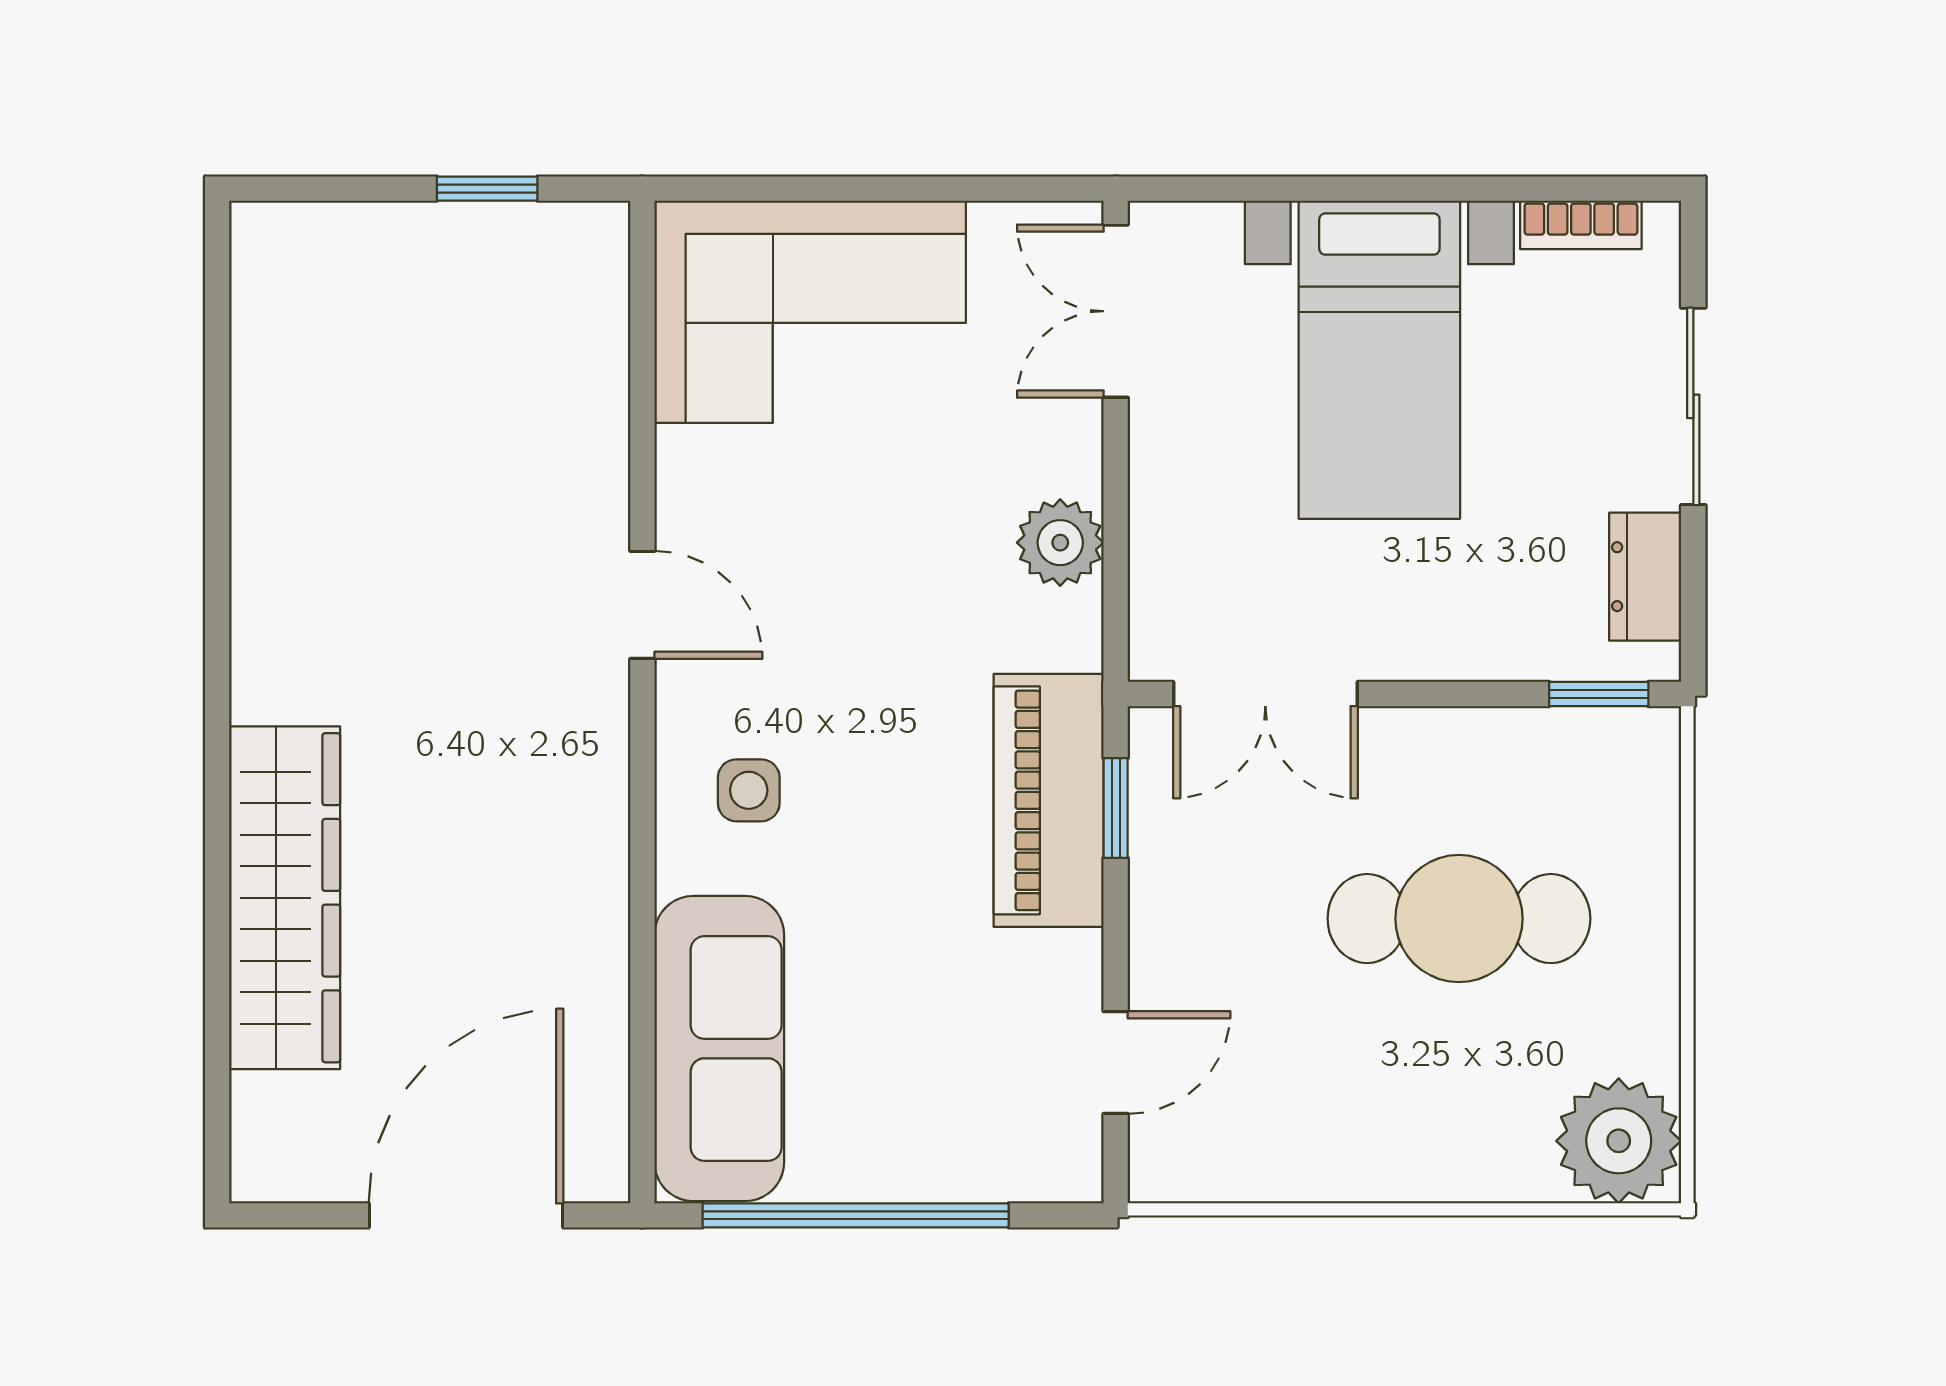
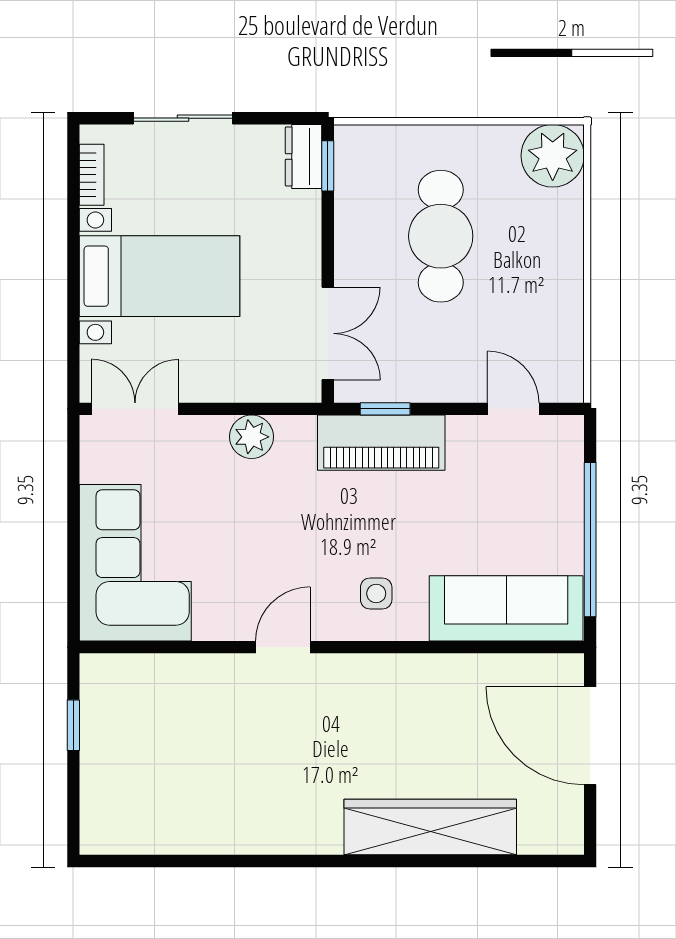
double door: (1116, 311) -> (135, 409), swing flipped
dresser: (1645, 577) -> (304, 156), moved, turned 90

